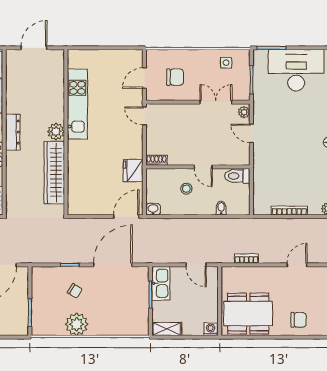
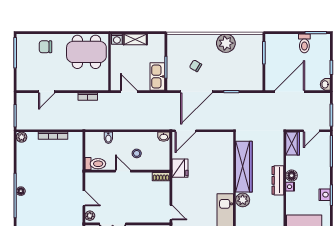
dresser: (13, 132) -> (278, 180), moved
chair: (75, 291) -> (196, 66), moved
shelving: (167, 329) -> (135, 39), moved

